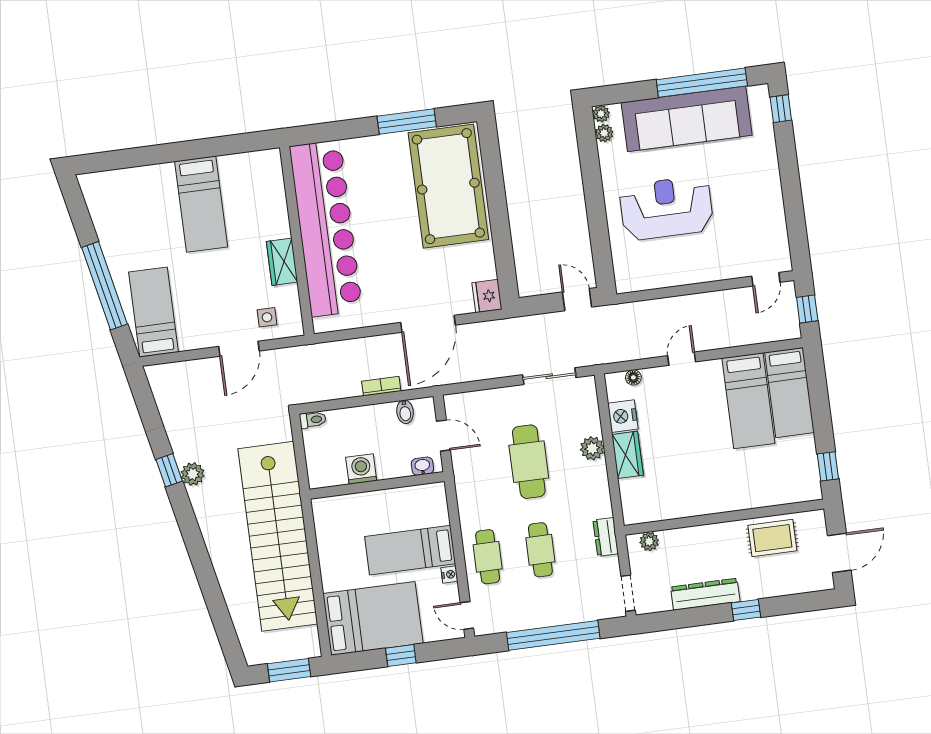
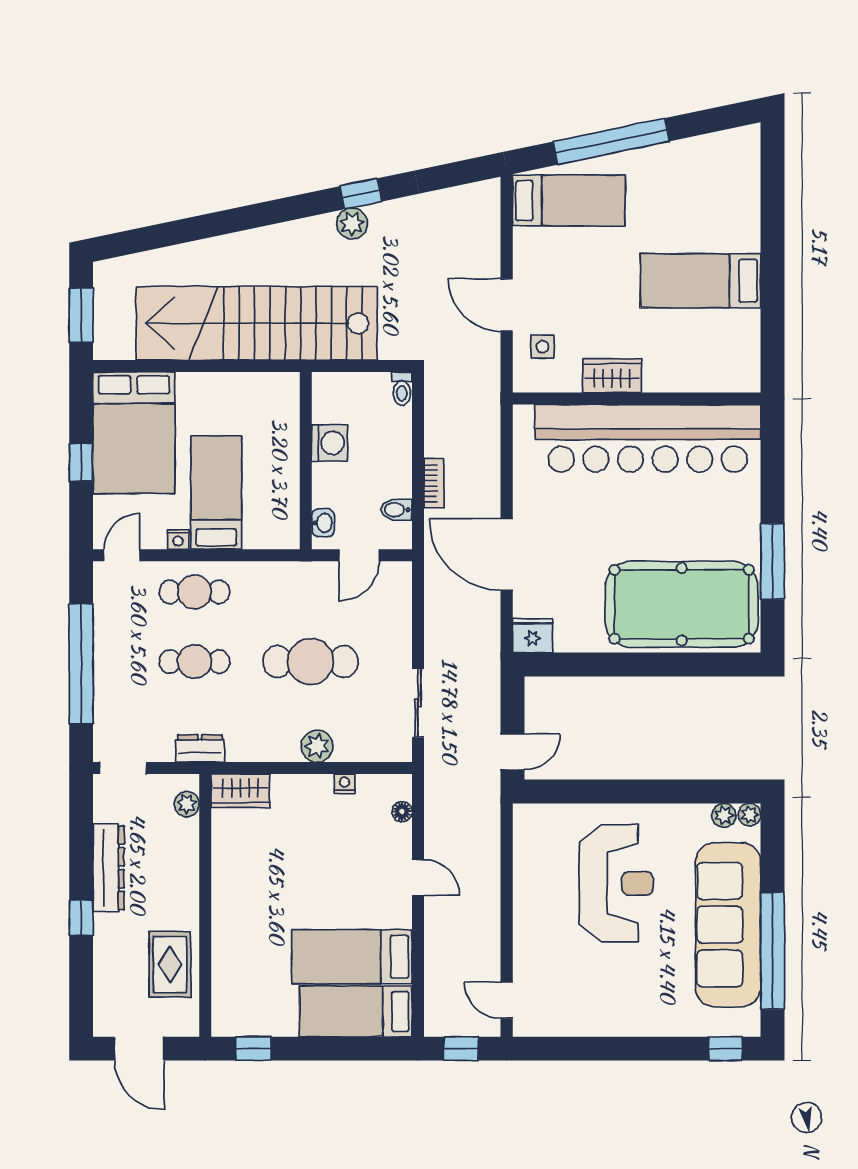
nightstand: (623, 416) -> (345, 784), width x0.53, depth x0.56
wardrobe: (628, 455) -> (240, 791), moved

